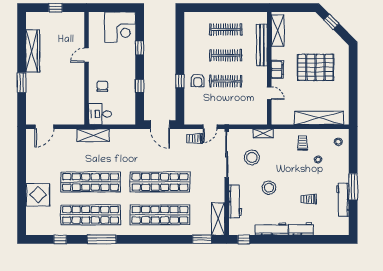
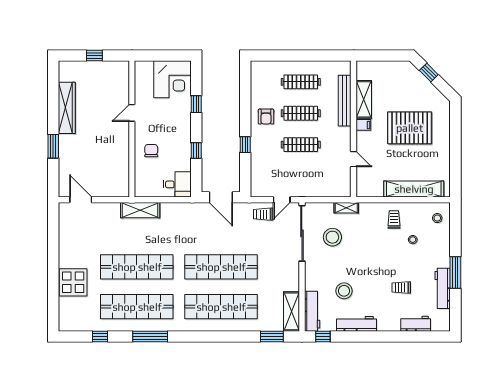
shelving: (278, 30) -> (364, 99), moved
filing cabinet: (277, 69) -> (363, 125), width x0.50
armchair: (198, 80) -> (266, 117), moved
desk: (100, 114) -> (177, 184), moved, turned 180
door: (44, 127) -> (81, 200), swing flipped
stool: (269, 188) -> (344, 291), moved
workbench: (235, 201) -> (312, 311), moved
workbench: (301, 229) -> (416, 324), moved

